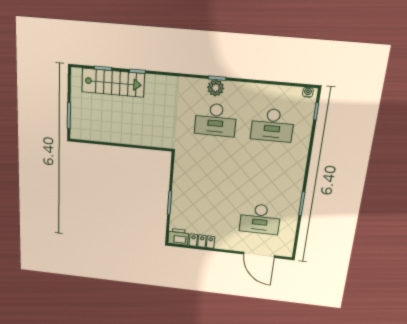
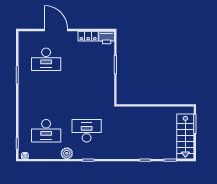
stairs: (113, 83) -> (185, 136), moved, turned -90
plant: (216, 88) -> (67, 153), moved
desk: (272, 125) -> (46, 131), turned 180
desk: (260, 219) -> (46, 59), turned 180
door: (259, 255) -> (56, 30), moved

